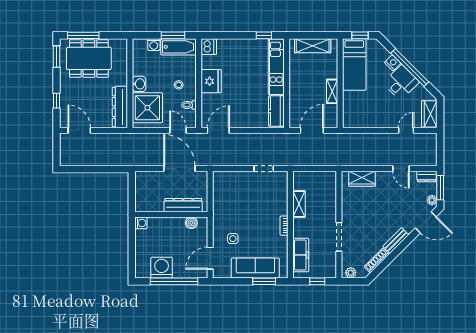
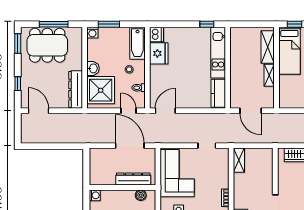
window: (83, 35) -> (54, 24), moved
window: (173, 35) -> (109, 24), moved
washing machine: (154, 45) -> (92, 33), moved
shelving: (313, 46) -> (268, 47), moved, turned 90
bathtub: (178, 47) -> (137, 43), moved, turned 90
fridge: (211, 81) -> (159, 53), moved
door: (312, 130) -> (251, 111), swing flipped
corner sofa: (231, 199) -> (177, 173), added
shelving: (299, 204) -> (239, 160), moved

